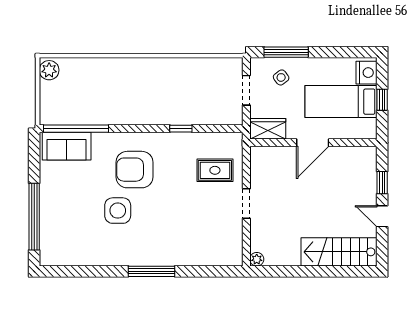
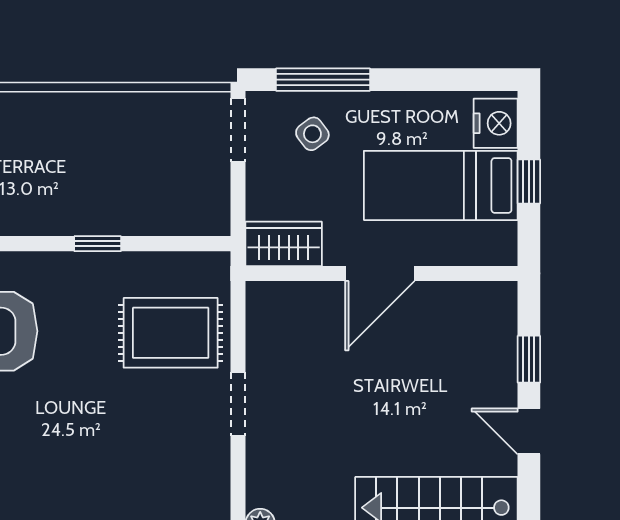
doorway: (246, 90) -> (238, 130), moved
rug: (215, 170) -> (171, 333), width x1.36, depth x1.43

